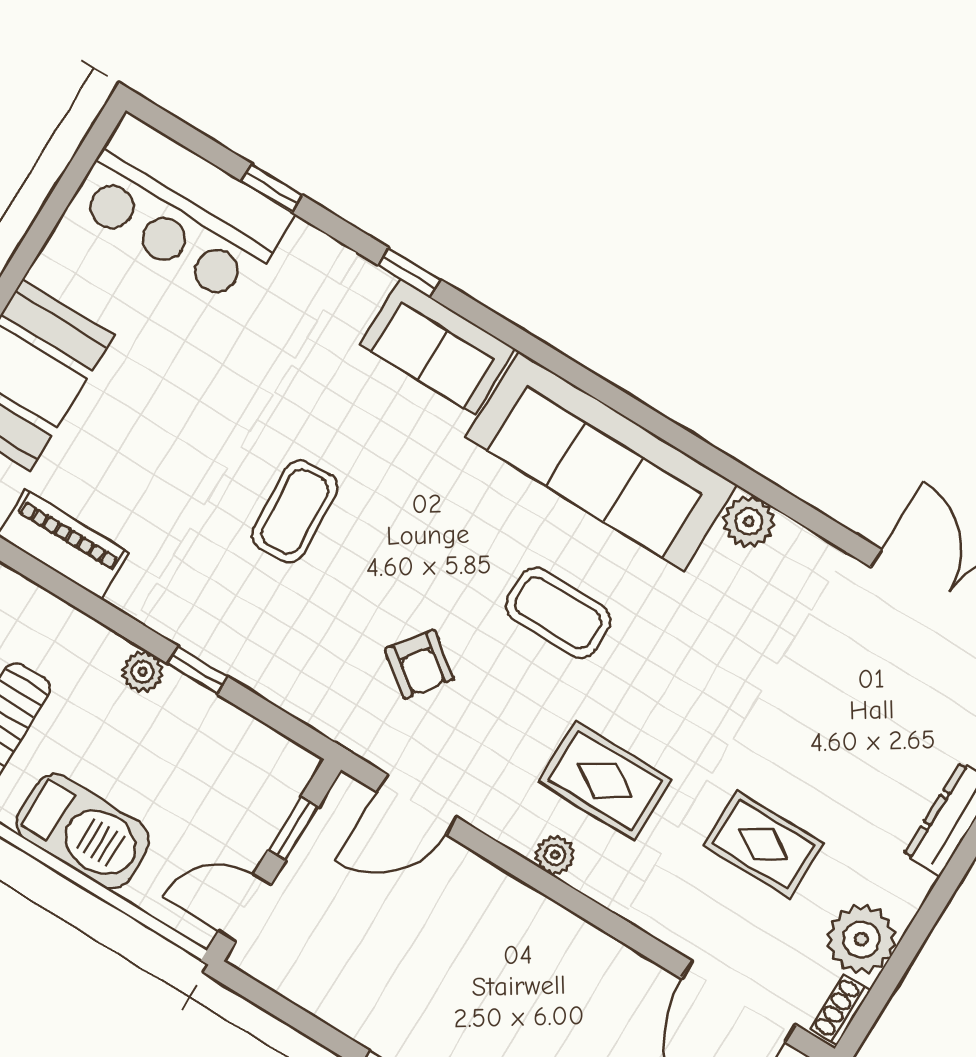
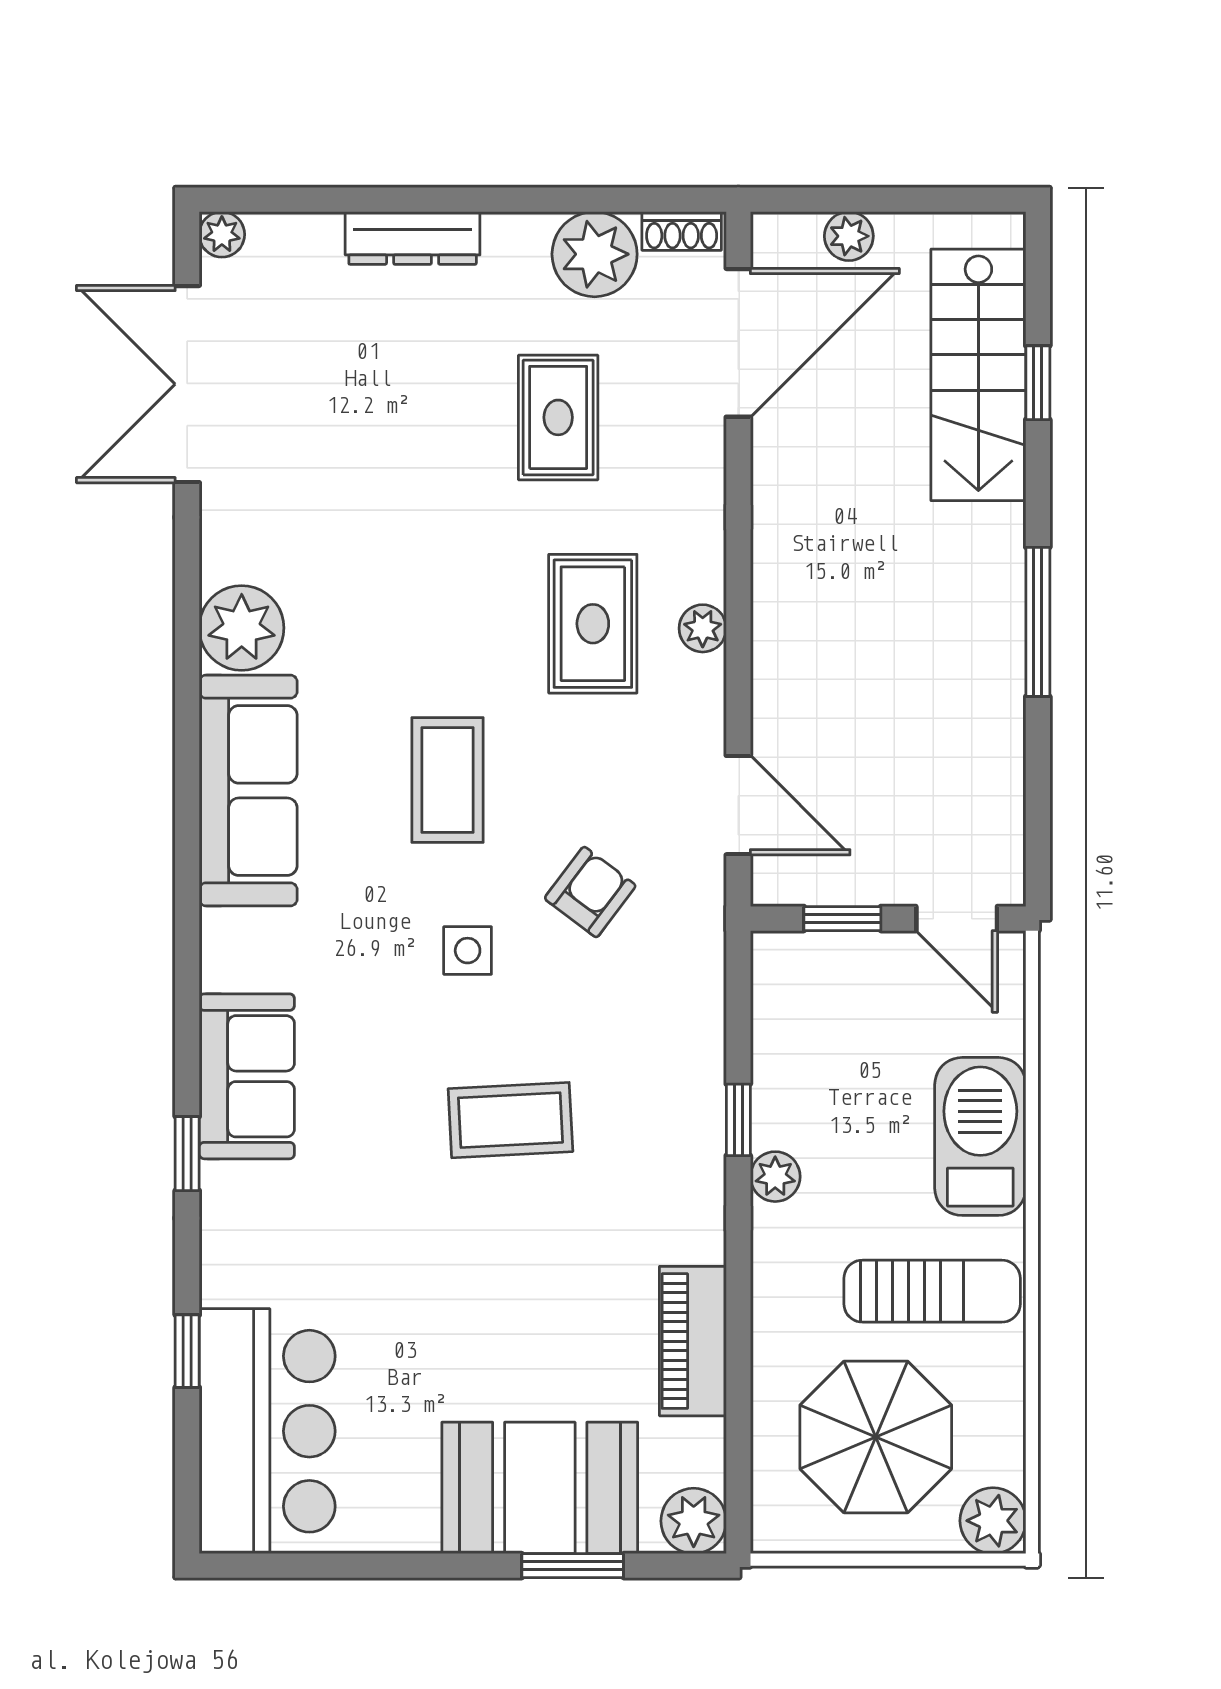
sofa: (601, 461) -> (248, 791), width x0.74, depth x0.79
plant: (749, 522) -> (242, 628), width x1.36, depth x1.36
side table: (431, 554) -> (468, 951), added

